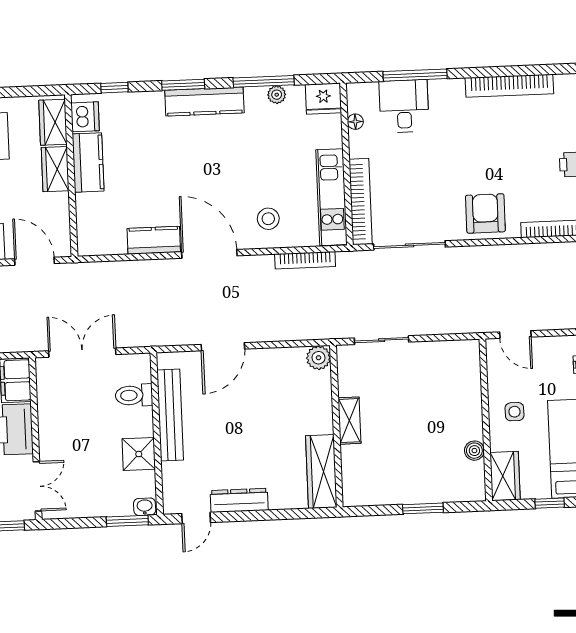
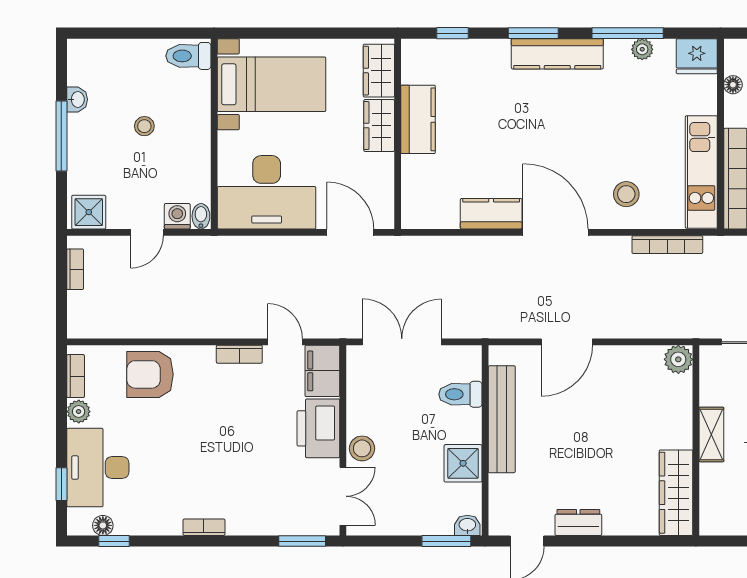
dishwasher: (85, 117) -> (417, 66), removed
stool: (52, 445) -> (362, 448), added
dresser: (239, 500) -> (578, 522), width x0.70

